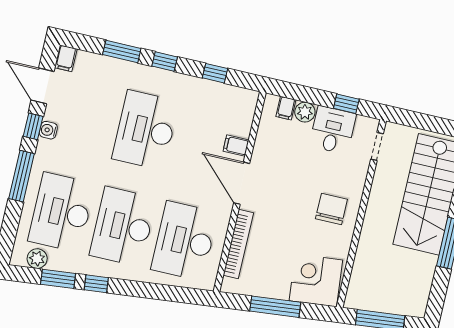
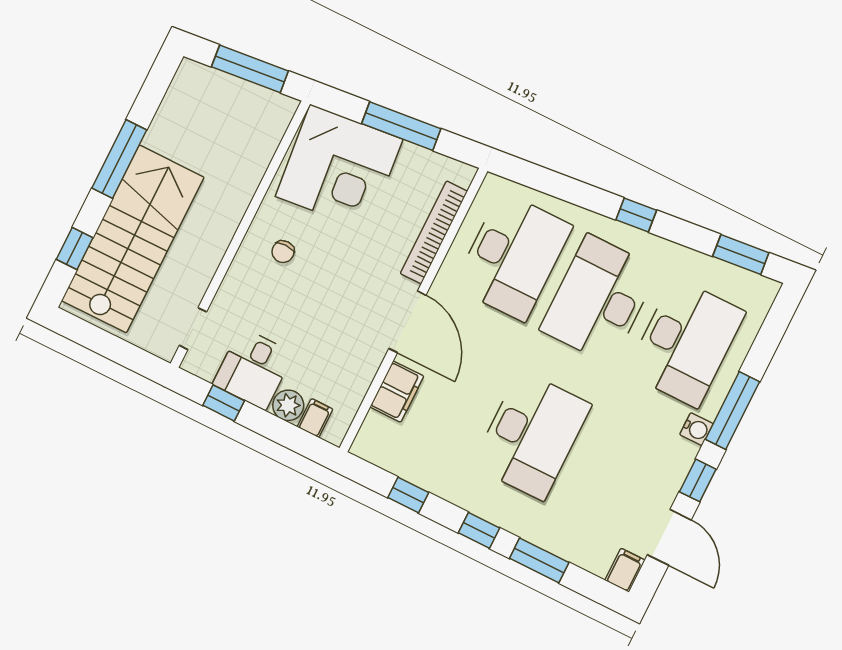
water cooler: (48, 130) -> (696, 429), moved
filing cabinet: (236, 146) -> (397, 392), width x2.00
chair: (331, 209) -> (283, 252), width x0.54, depth x0.54
desk: (123, 227) -> (599, 299), turned 180
plant: (37, 259) -> (739, 282), removed
window: (58, 279) -> (741, 255), moved
corner desk: (316, 280) -> (339, 168), width x1.36, depth x1.36
window: (96, 284) -> (636, 215), moved

